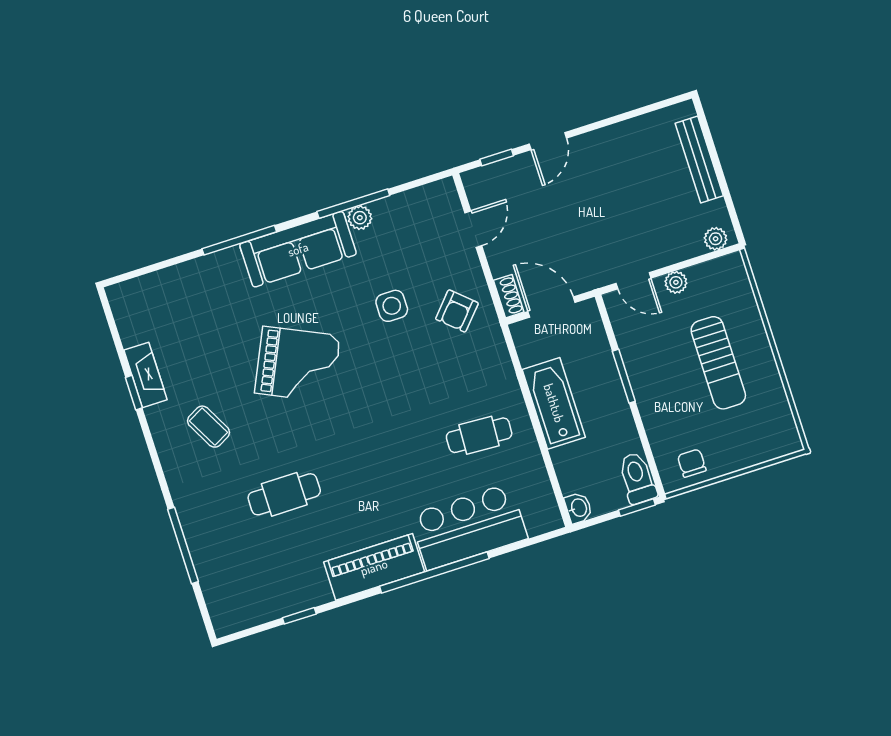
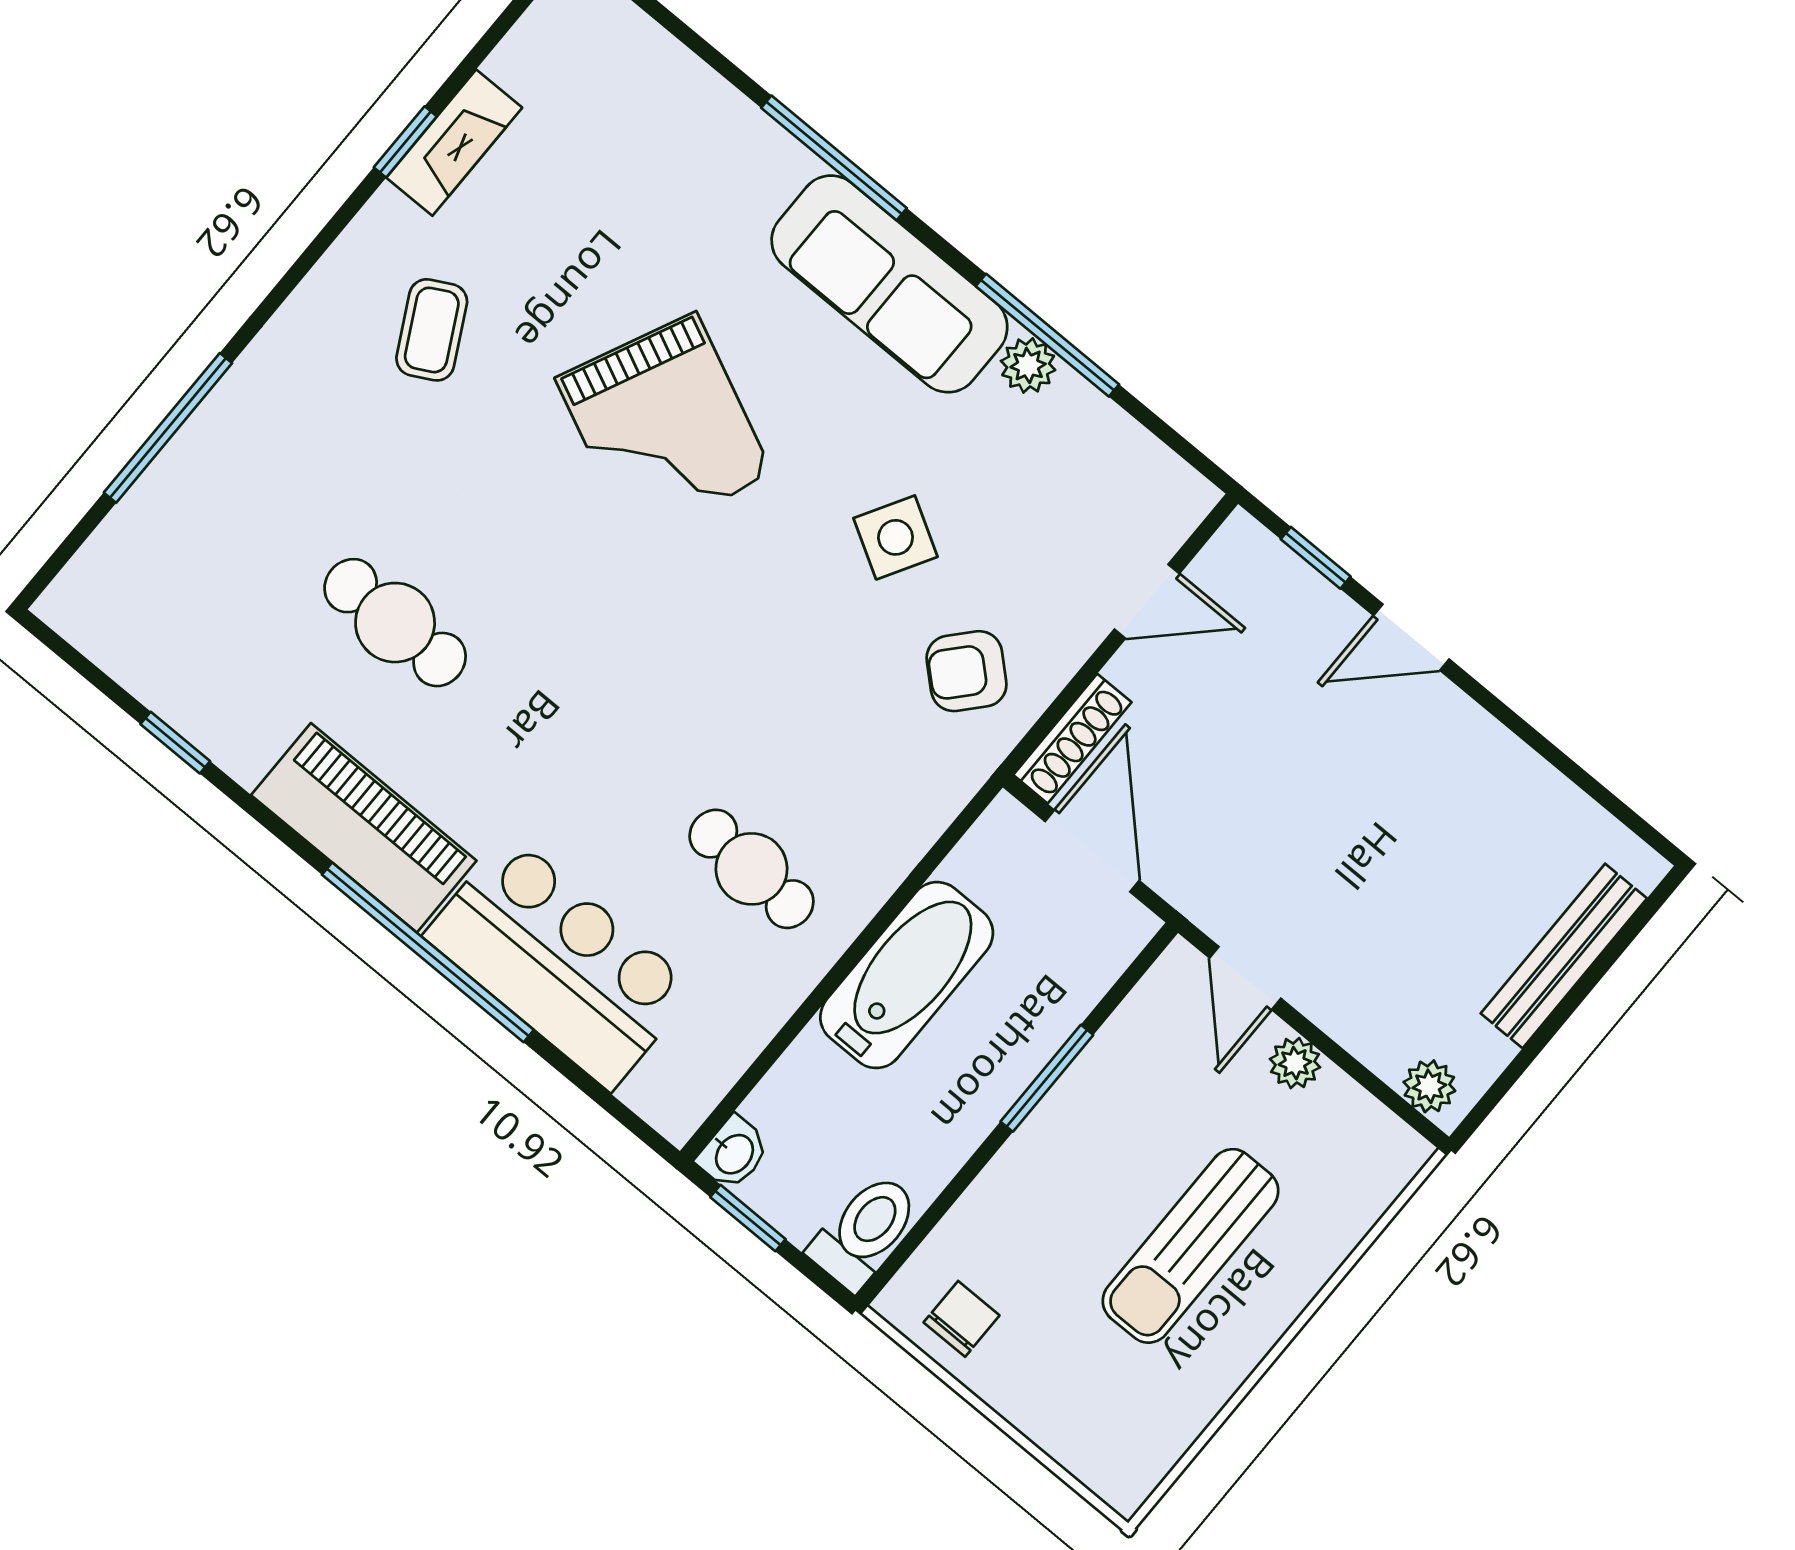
shoe rack: (509, 296) -> (1072, 739), width x1.43
side table: (392, 306) -> (896, 537), turned 30
cafe table: (284, 494) -> (395, 623), moved
window: (637, 507) -> (748, 1218), moved

